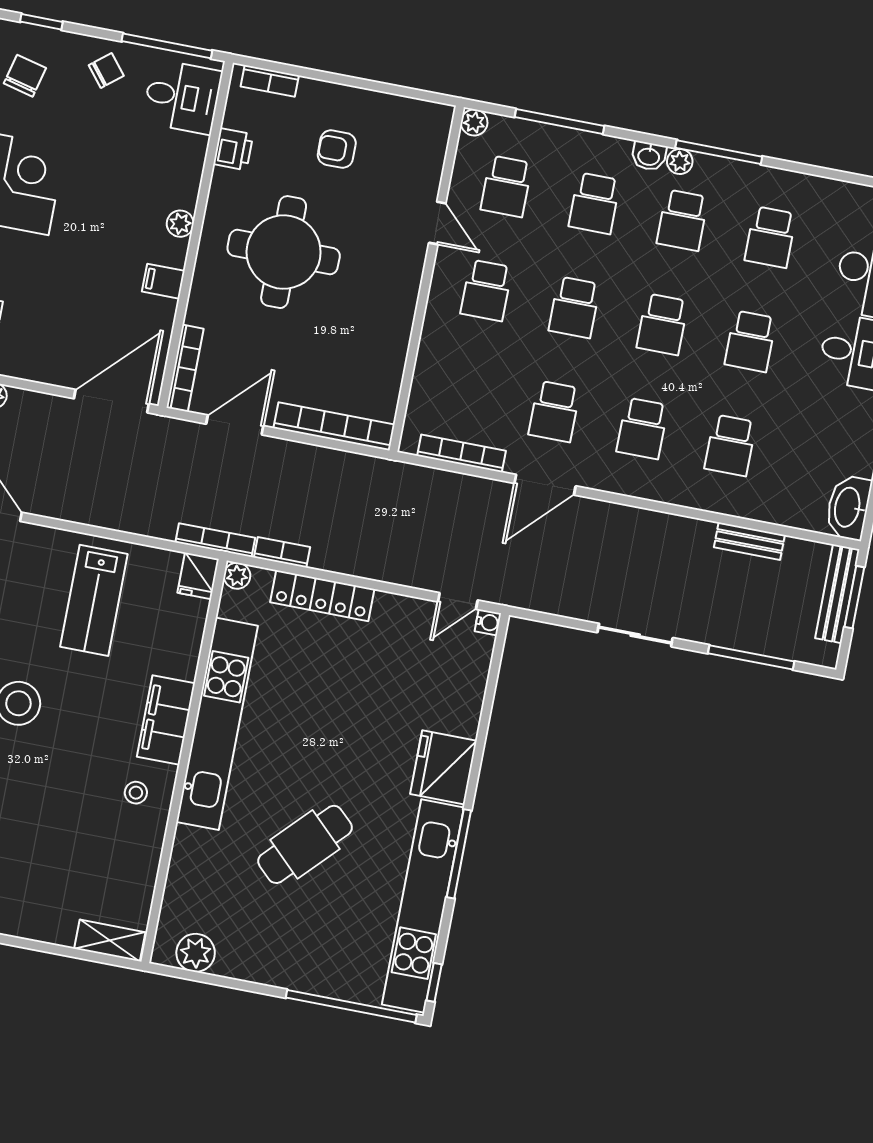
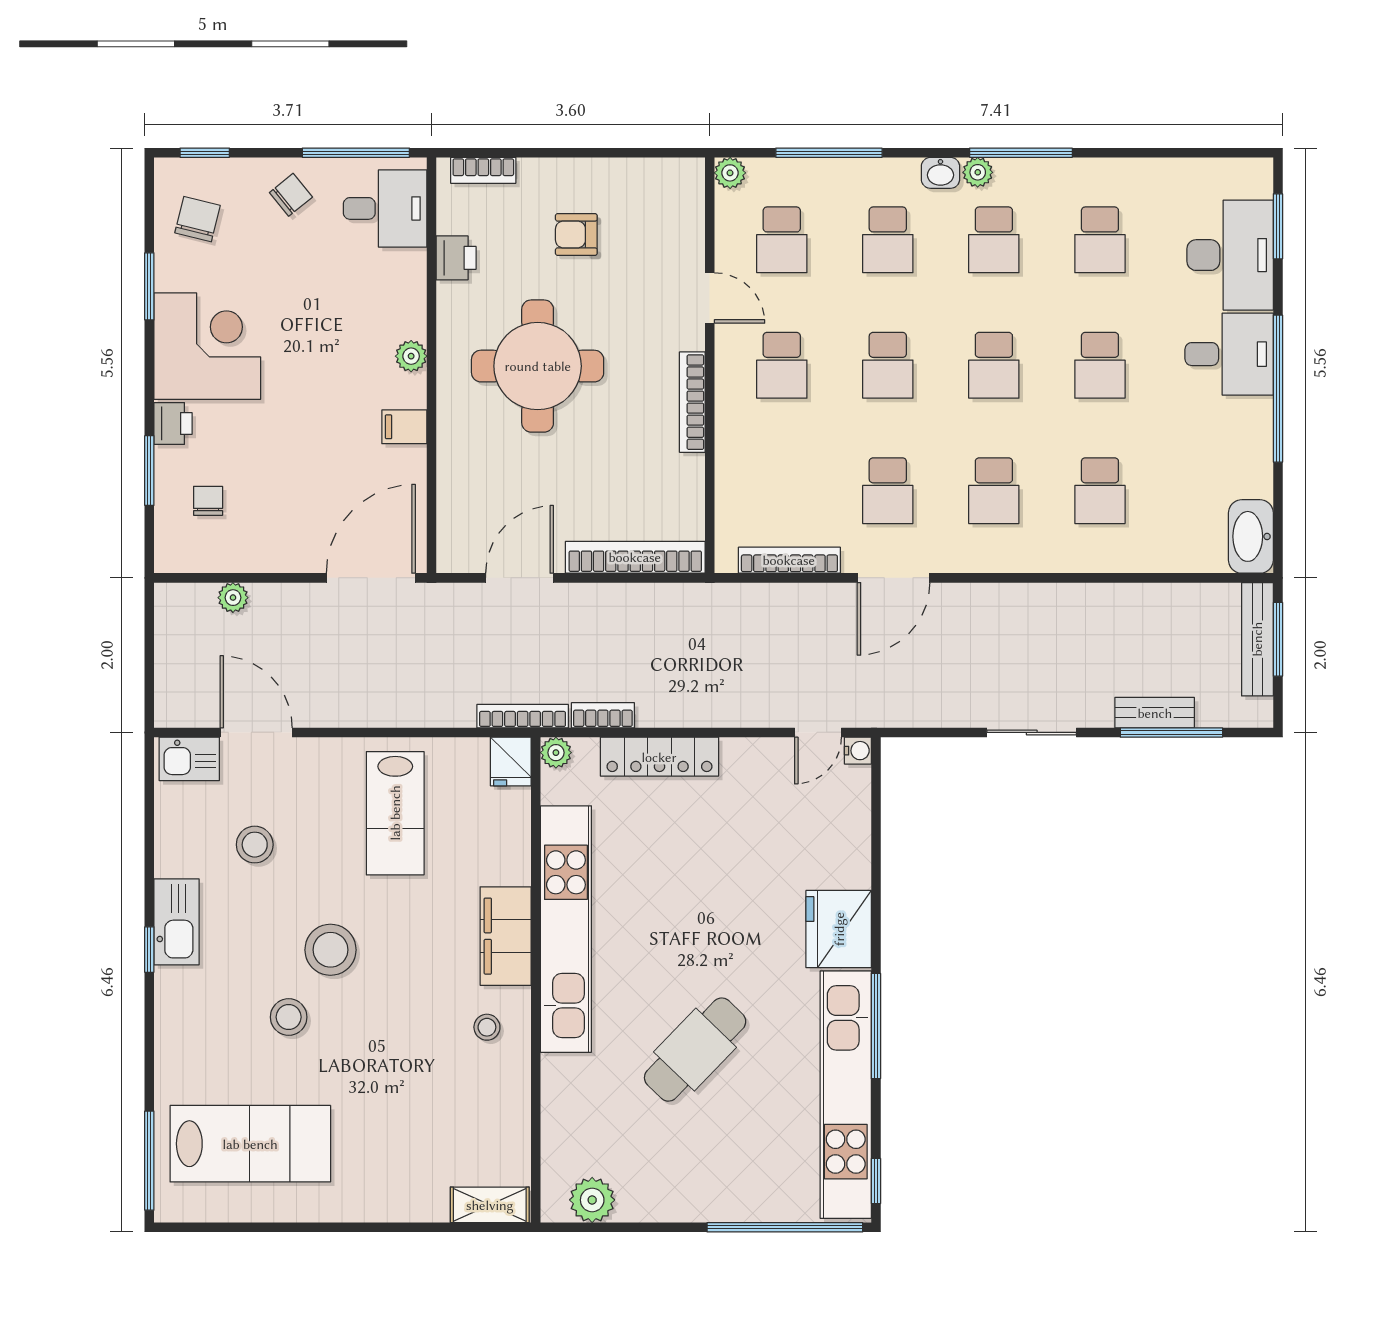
bookcase: (185, 368) -> (692, 402), moved, turned 180
bench: (749, 541) -> (1155, 713), moved

